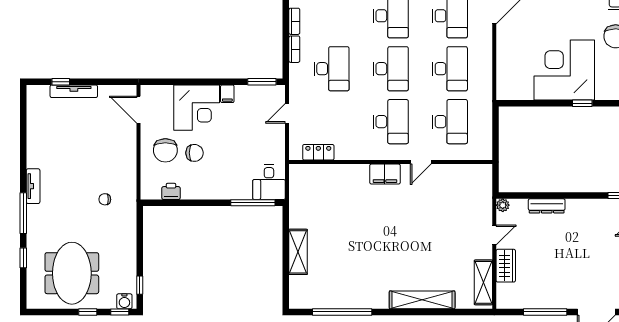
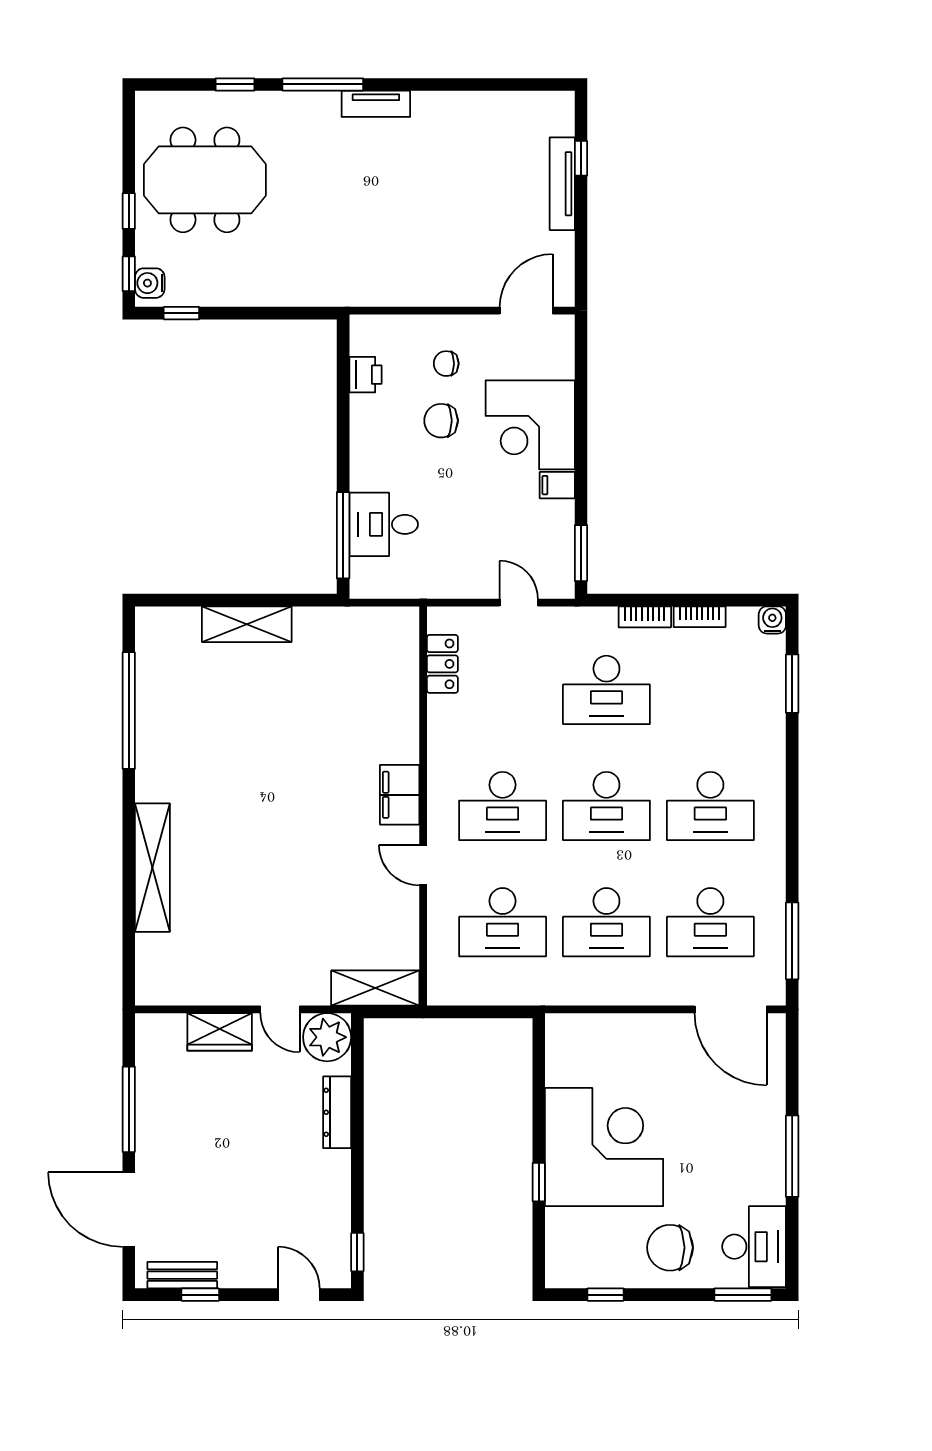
chair: (165, 150) -> (446, 364), width x0.54, depth x0.54
chair: (194, 153) -> (441, 421), turned 90
desk: (269, 182) -> (384, 524), moved
chair: (105, 199) -> (350, 245), removed
plant: (503, 205) -> (327, 1037), width x1.87, depth x1.87
shelving: (483, 282) -> (375, 988), moved

